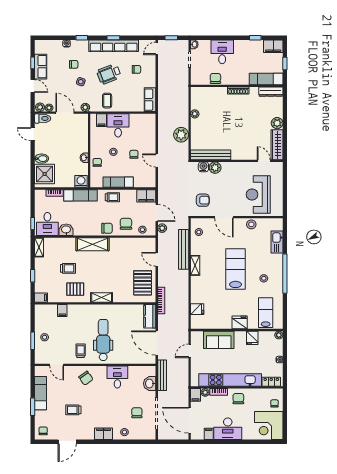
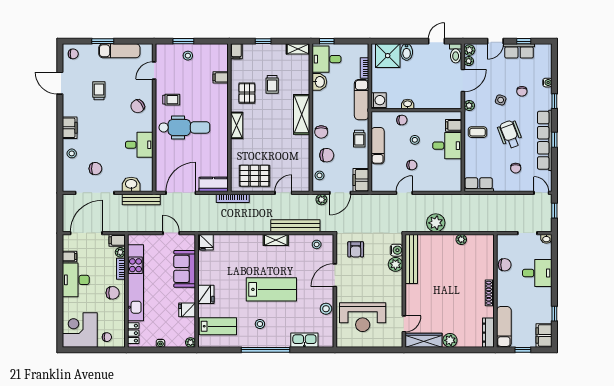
reception desk: (258, 194) -> (363, 317), turned 180
fridge: (197, 309) -> (206, 242), moved

